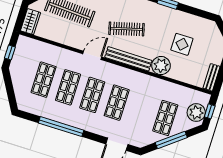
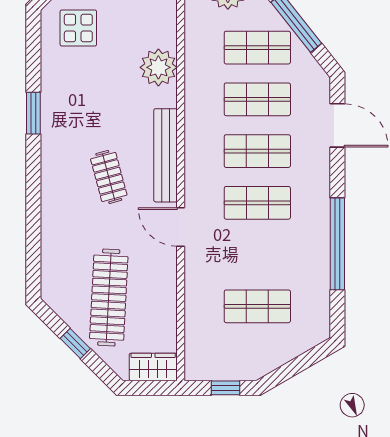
clothes rail: (127, 29) -> (109, 177), width x0.73
display table: (182, 44) -> (78, 28), moved
plant: (161, 66) -> (158, 67), moved
shop shelf: (68, 87) -> (257, 99), moved

